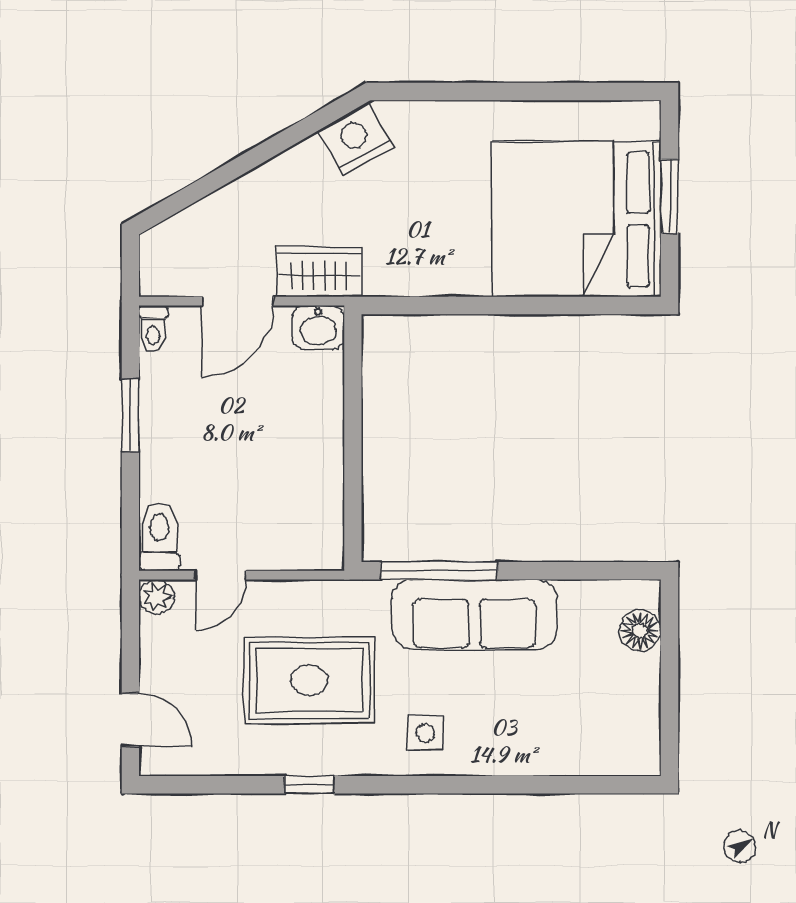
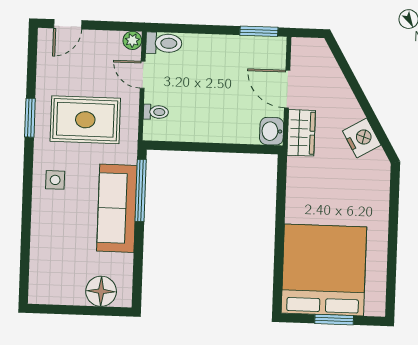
nightstand: (356, 139) -> (362, 138), moved
toilet: (153, 329) -> (156, 112), moved, turned 180
window: (130, 415) -> (259, 31), moved
floor lamp: (640, 631) -> (101, 291), width x1.38, depth x1.38
rug: (309, 680) -> (85, 120), turned 90
window: (309, 785) -> (30, 118), width x1.50

